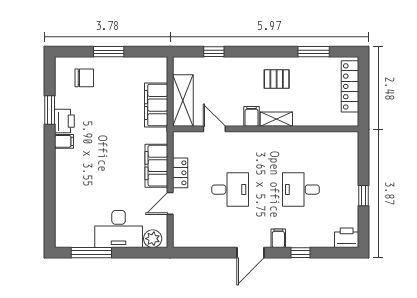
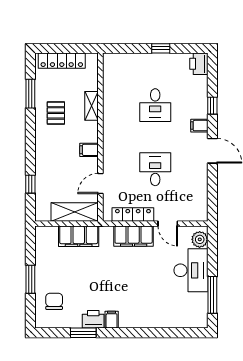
pallet: (277, 79) -> (56, 113), moved
shelving: (276, 119) -> (91, 106), moved
locker: (180, 173) -> (133, 215), width x1.53

